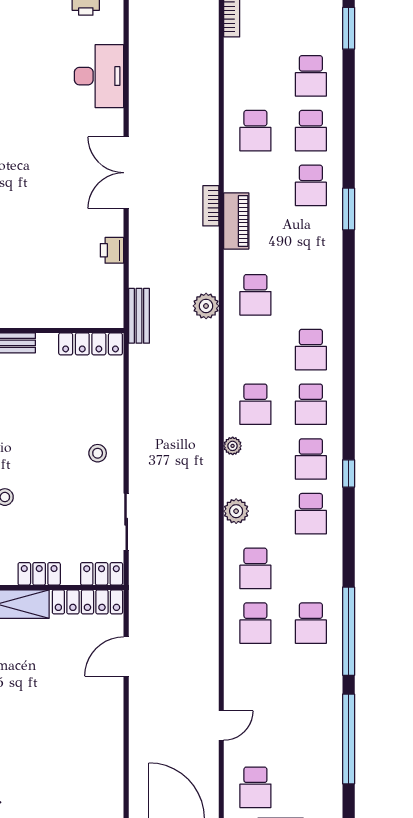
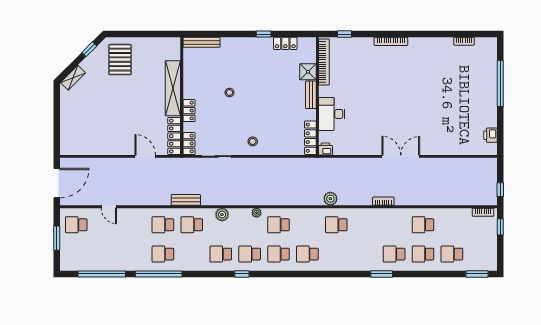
desk: (99, 76) -> (332, 114), moved, turned 90
piano: (236, 221) -> (375, 215), removed
printer: (112, 250) -> (325, 149), moved
bench: (139, 316) -> (186, 200), moved

